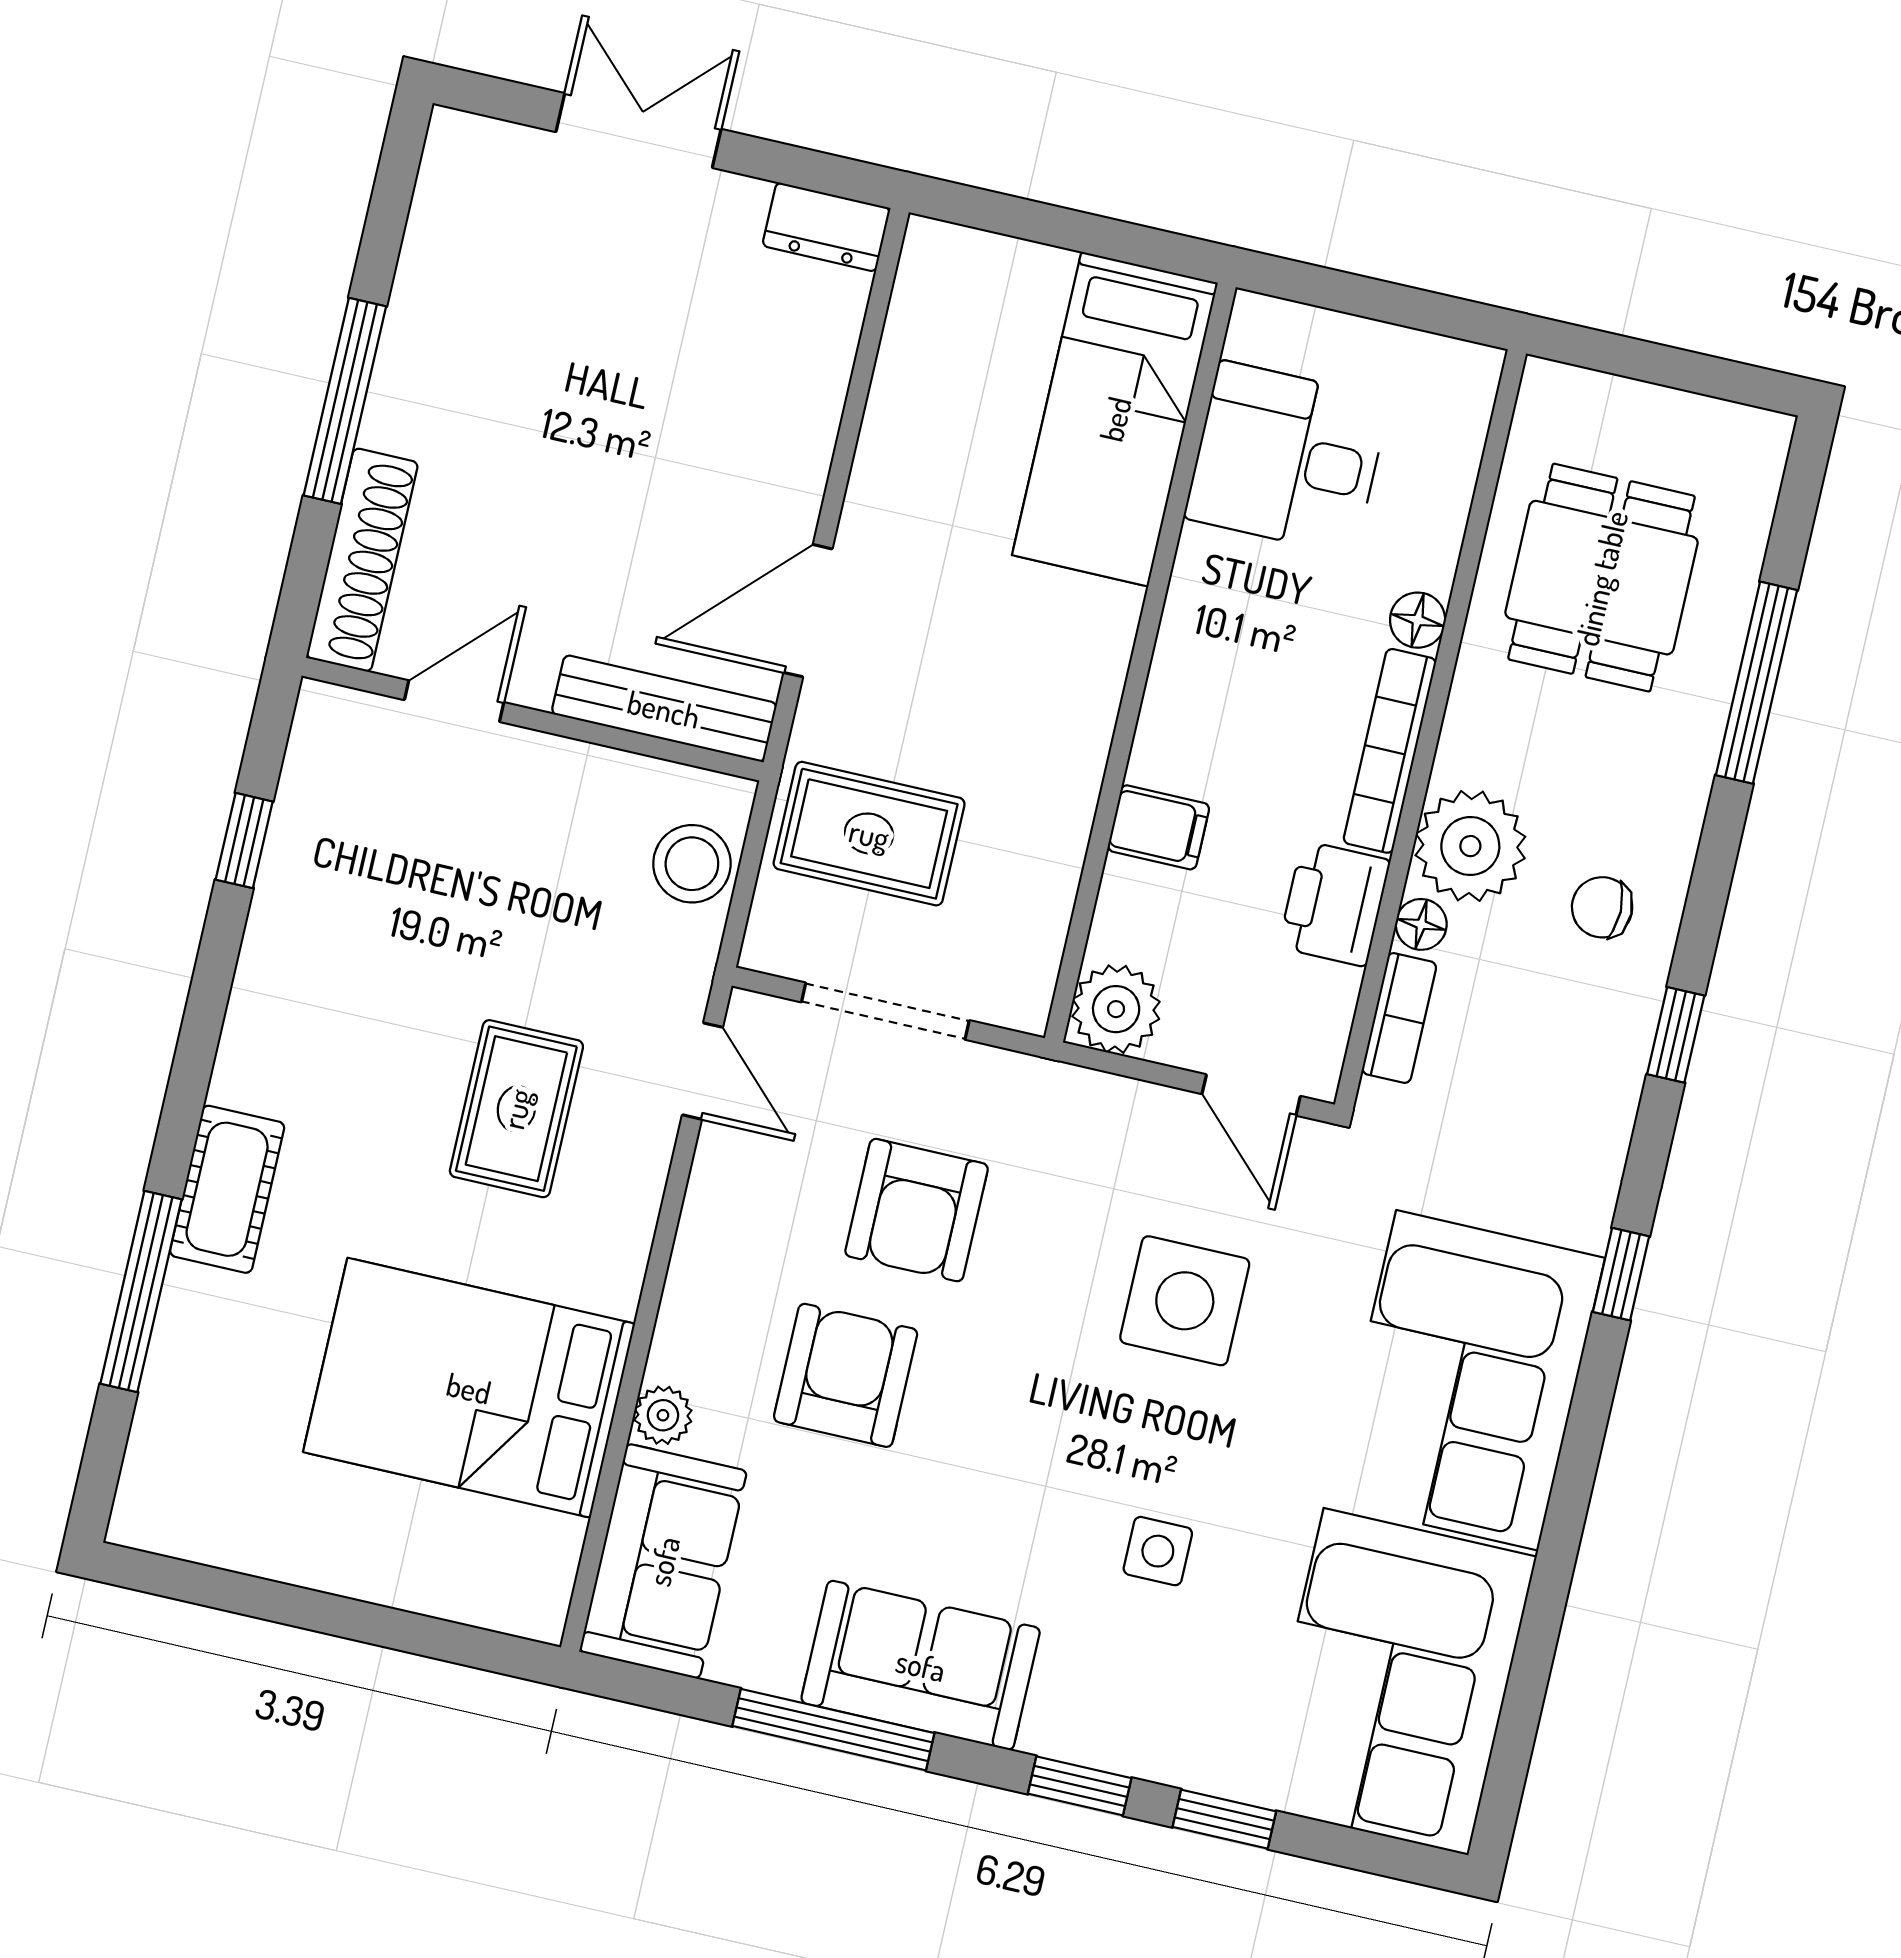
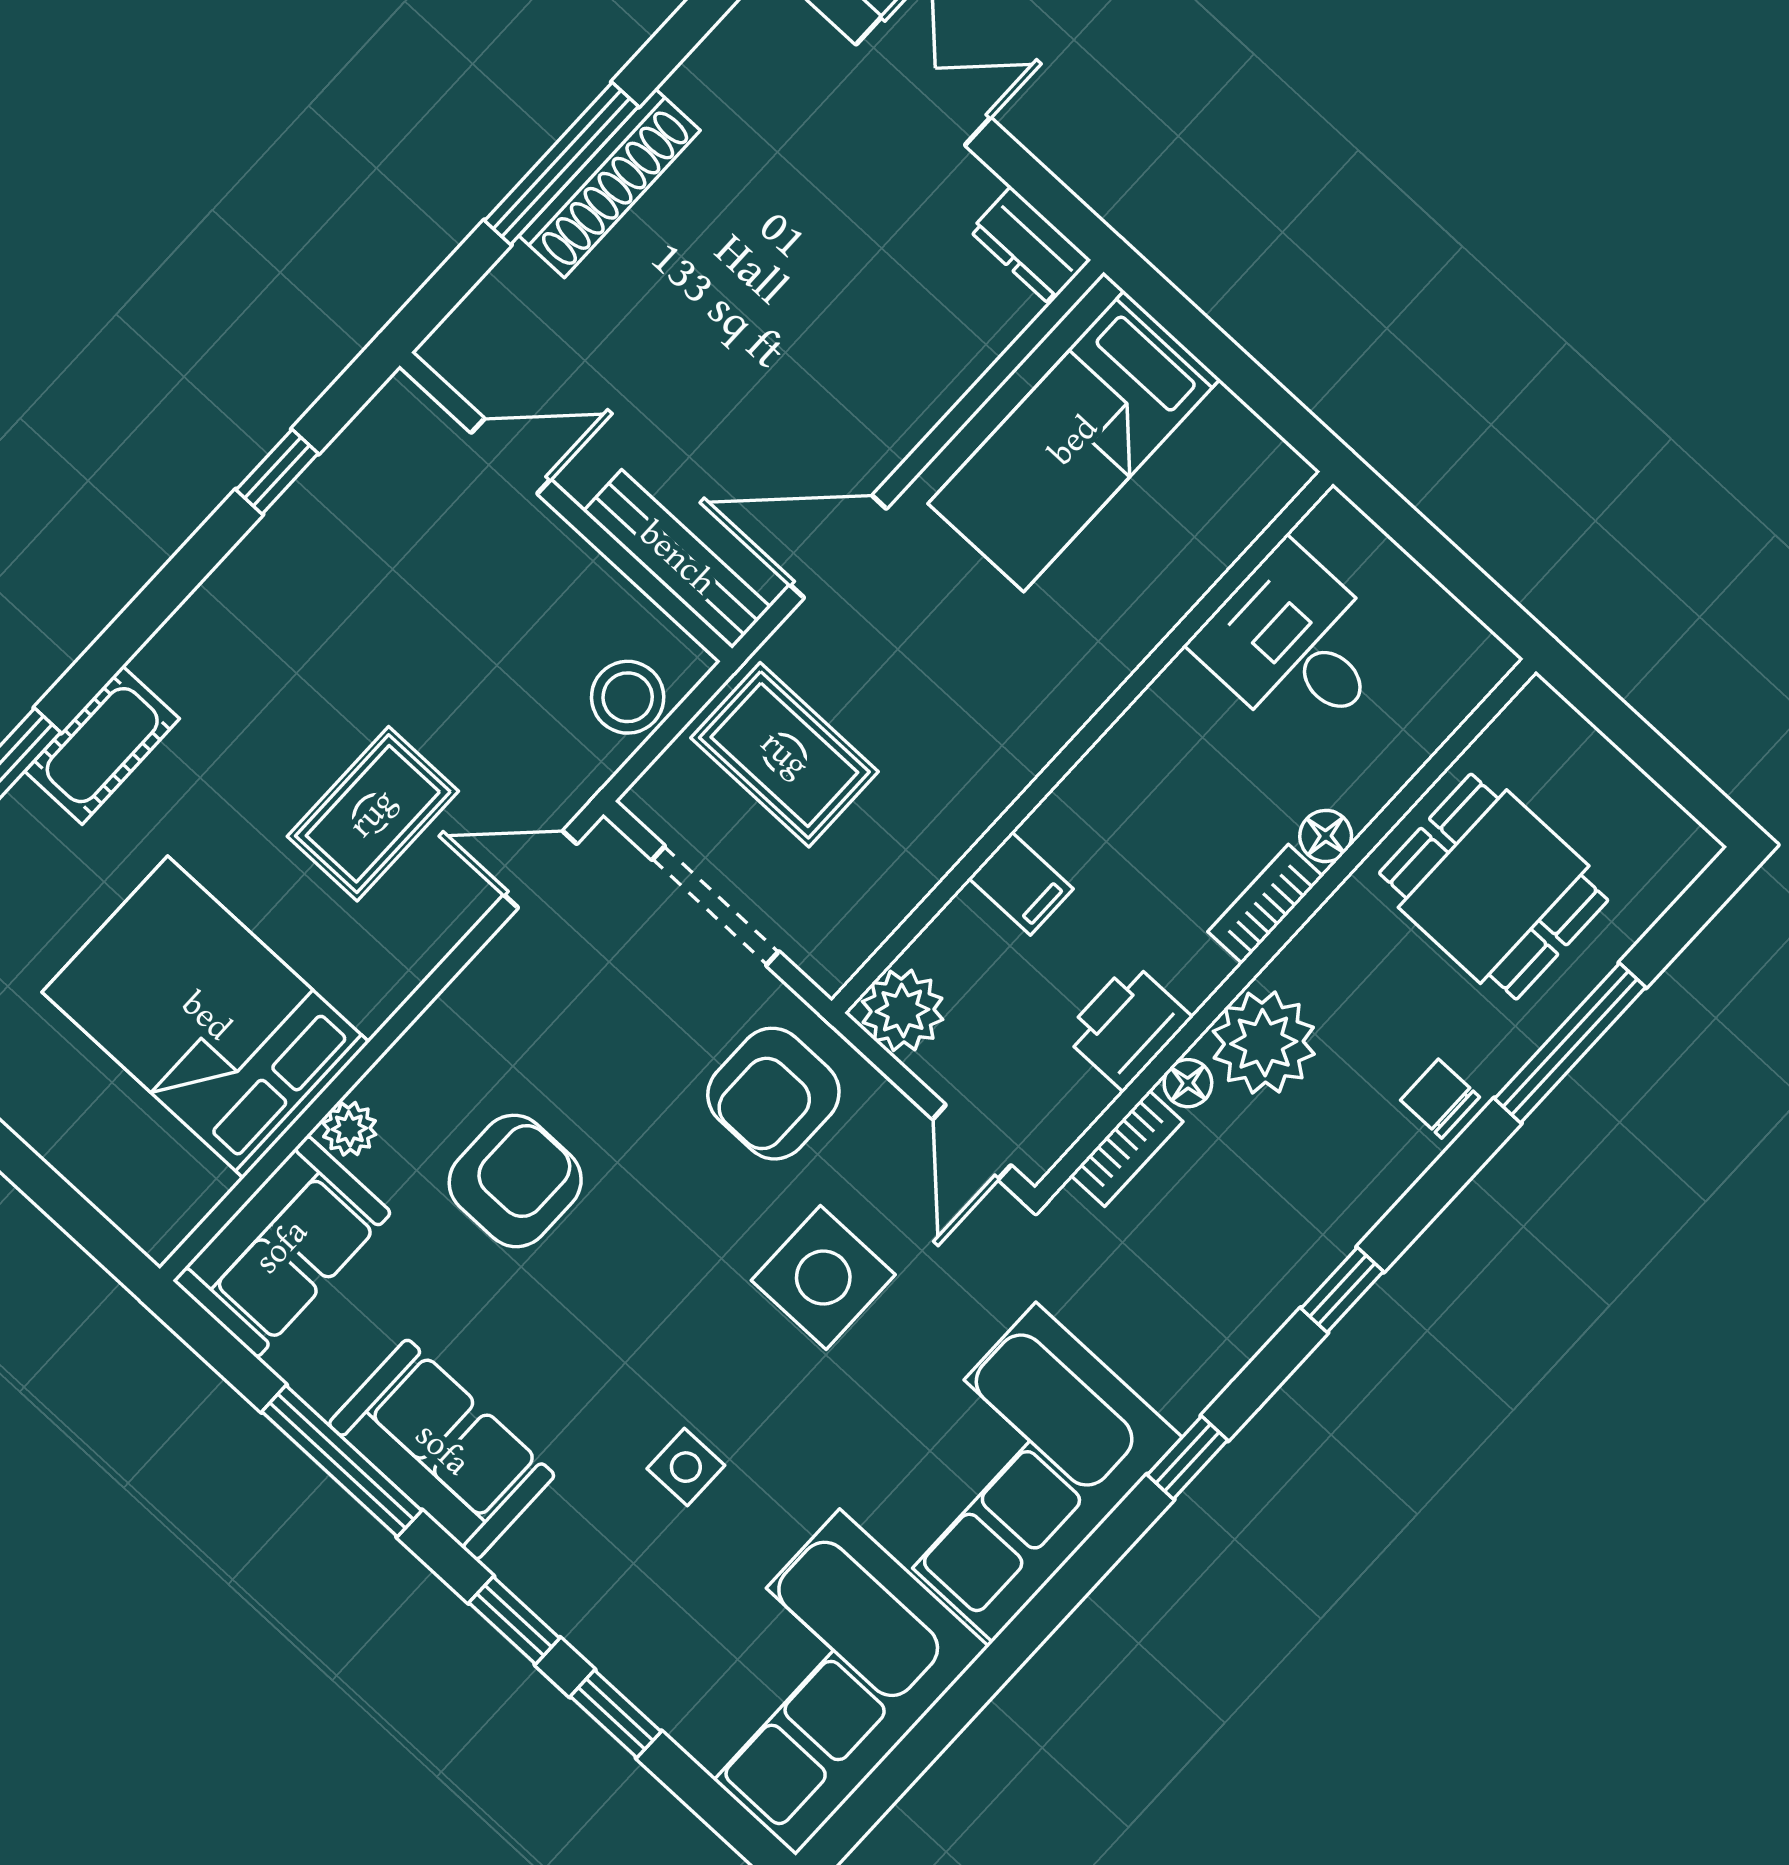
bed: (1115, 419) -> (1074, 441), moved
shoe rack: (362, 560) -> (610, 183), moved
dining table: (1601, 578) -> (1494, 887), turned 90
bookcase: (1390, 751) -> (1265, 904), width x0.64
chair: (1602, 907) -> (1440, 1099), moved
door: (702, 1071) -> (540, 869), swing flipped
armchair: (917, 1210) -> (773, 1094), moved

